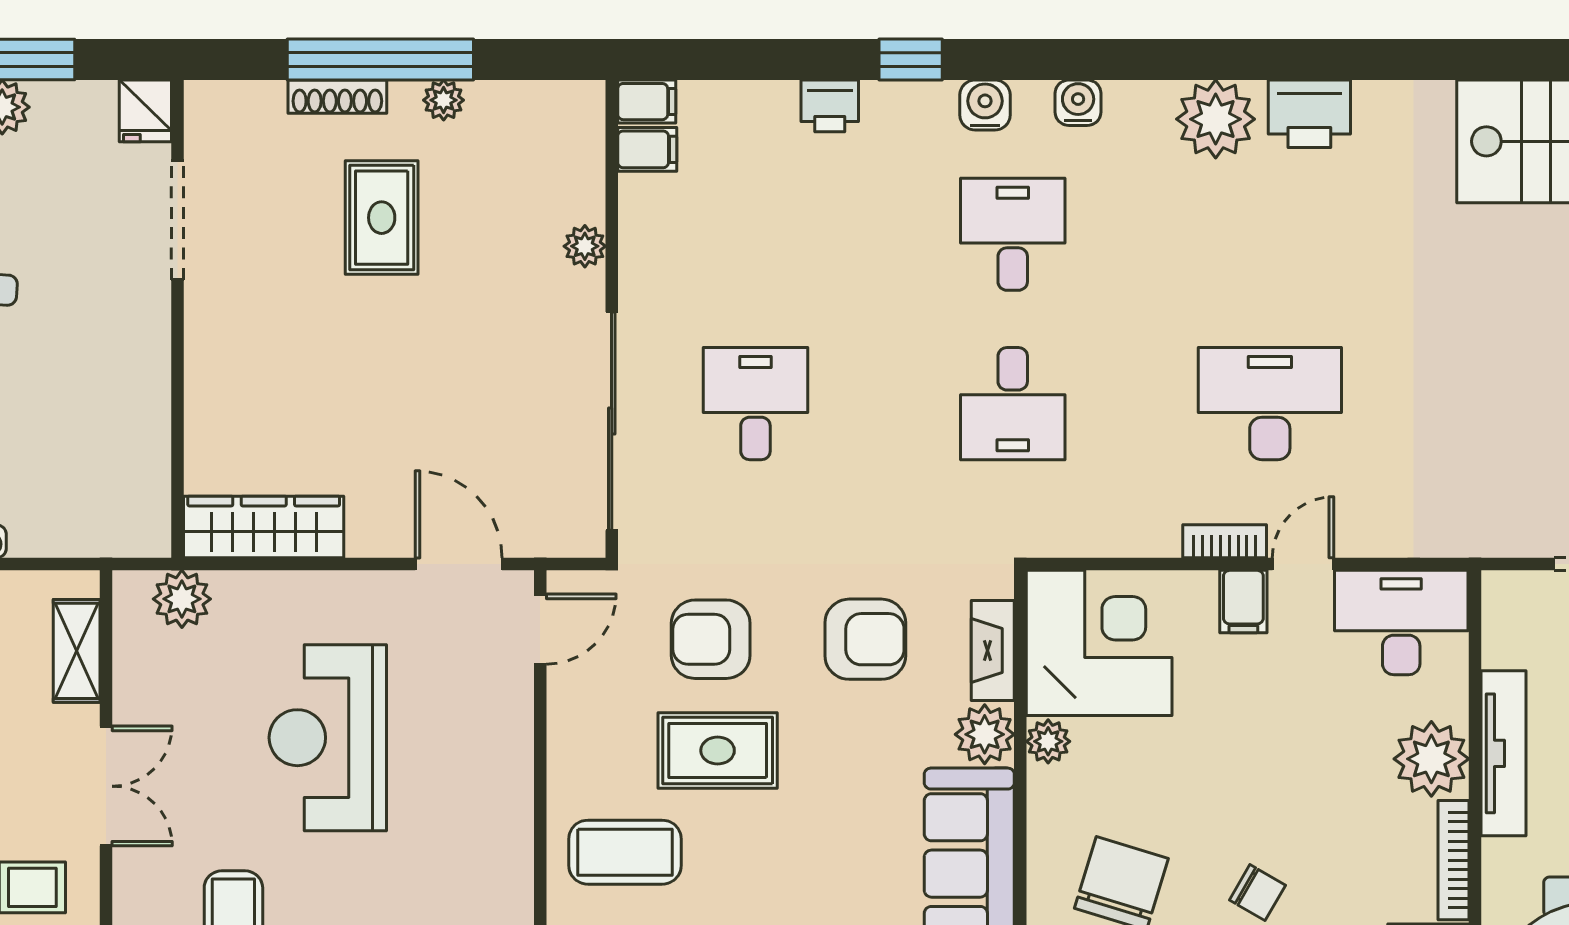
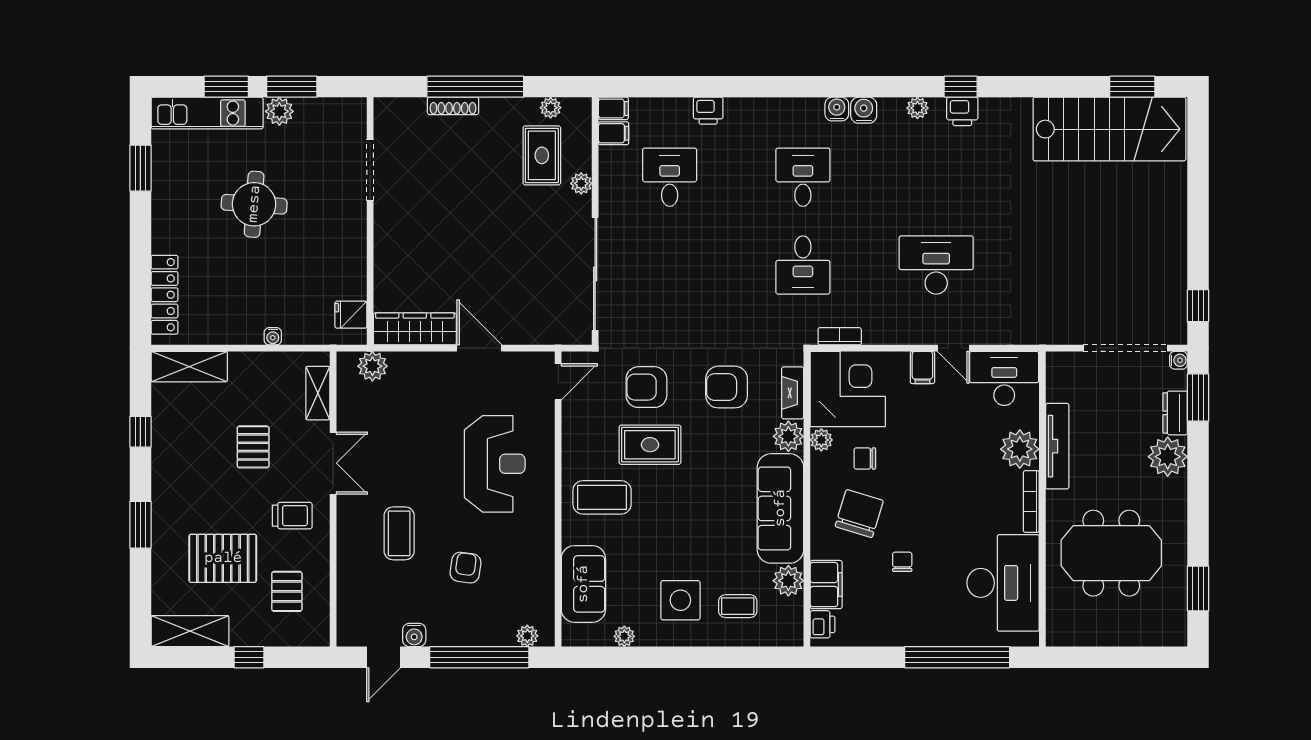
window: (911, 59) -> (961, 87), moved
plant: (444, 100) -> (551, 108), moved
water cooler: (985, 105) -> (864, 110), moved
fridge: (145, 111) -> (351, 315), moved, turned 90
printer: (1309, 114) -> (962, 111), width x0.73, depth x0.81
plant: (1216, 119) -> (917, 108), width x0.53, depth x0.53
rug: (382, 218) -> (542, 155), moved
desk: (755, 404) -> (670, 177), moved
bookcase: (1225, 541) -> (840, 336), moved
door: (459, 564) -> (479, 348), moved
door: (1303, 564) -> (953, 348), swing flipped
armchair: (865, 639) -> (727, 387), turned 180
reception desk: (328, 738) -> (495, 464), moved, turned 180
chair: (1257, 893) -> (865, 458), moved, turned 150

